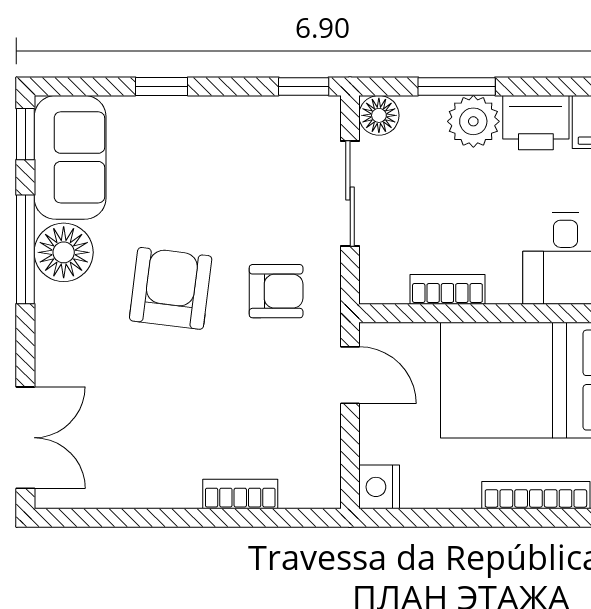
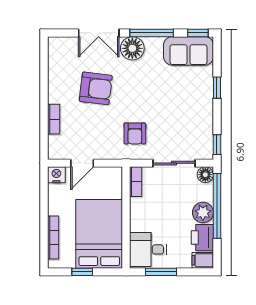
window: (457, 86) -> (217, 206), width x2.11
floor lamp: (64, 252) -> (132, 48), moved
armchair: (171, 288) -> (96, 88), moved
bookcase: (447, 289) -> (136, 182), moved
door: (350, 375) -> (82, 163), moved
double door: (25, 438) -> (99, 33), moved

